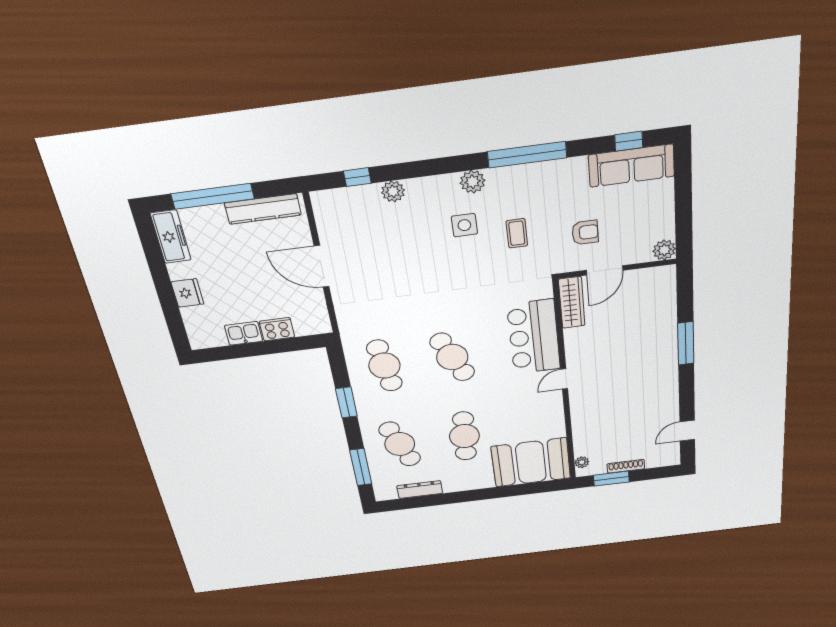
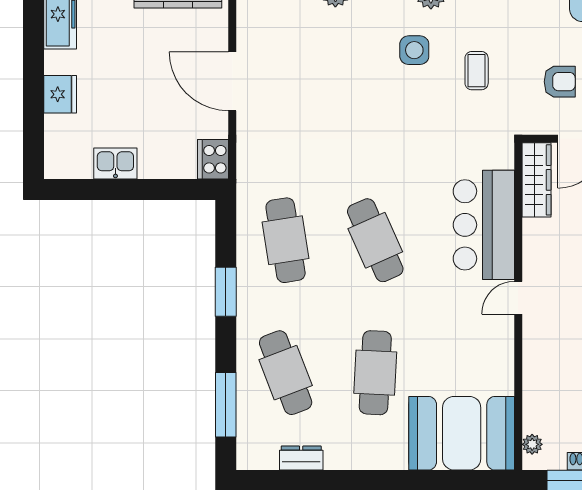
cooker: (277, 329) -> (213, 159), moved, turned -90
dresser: (420, 490) -> (301, 458), width x0.70

